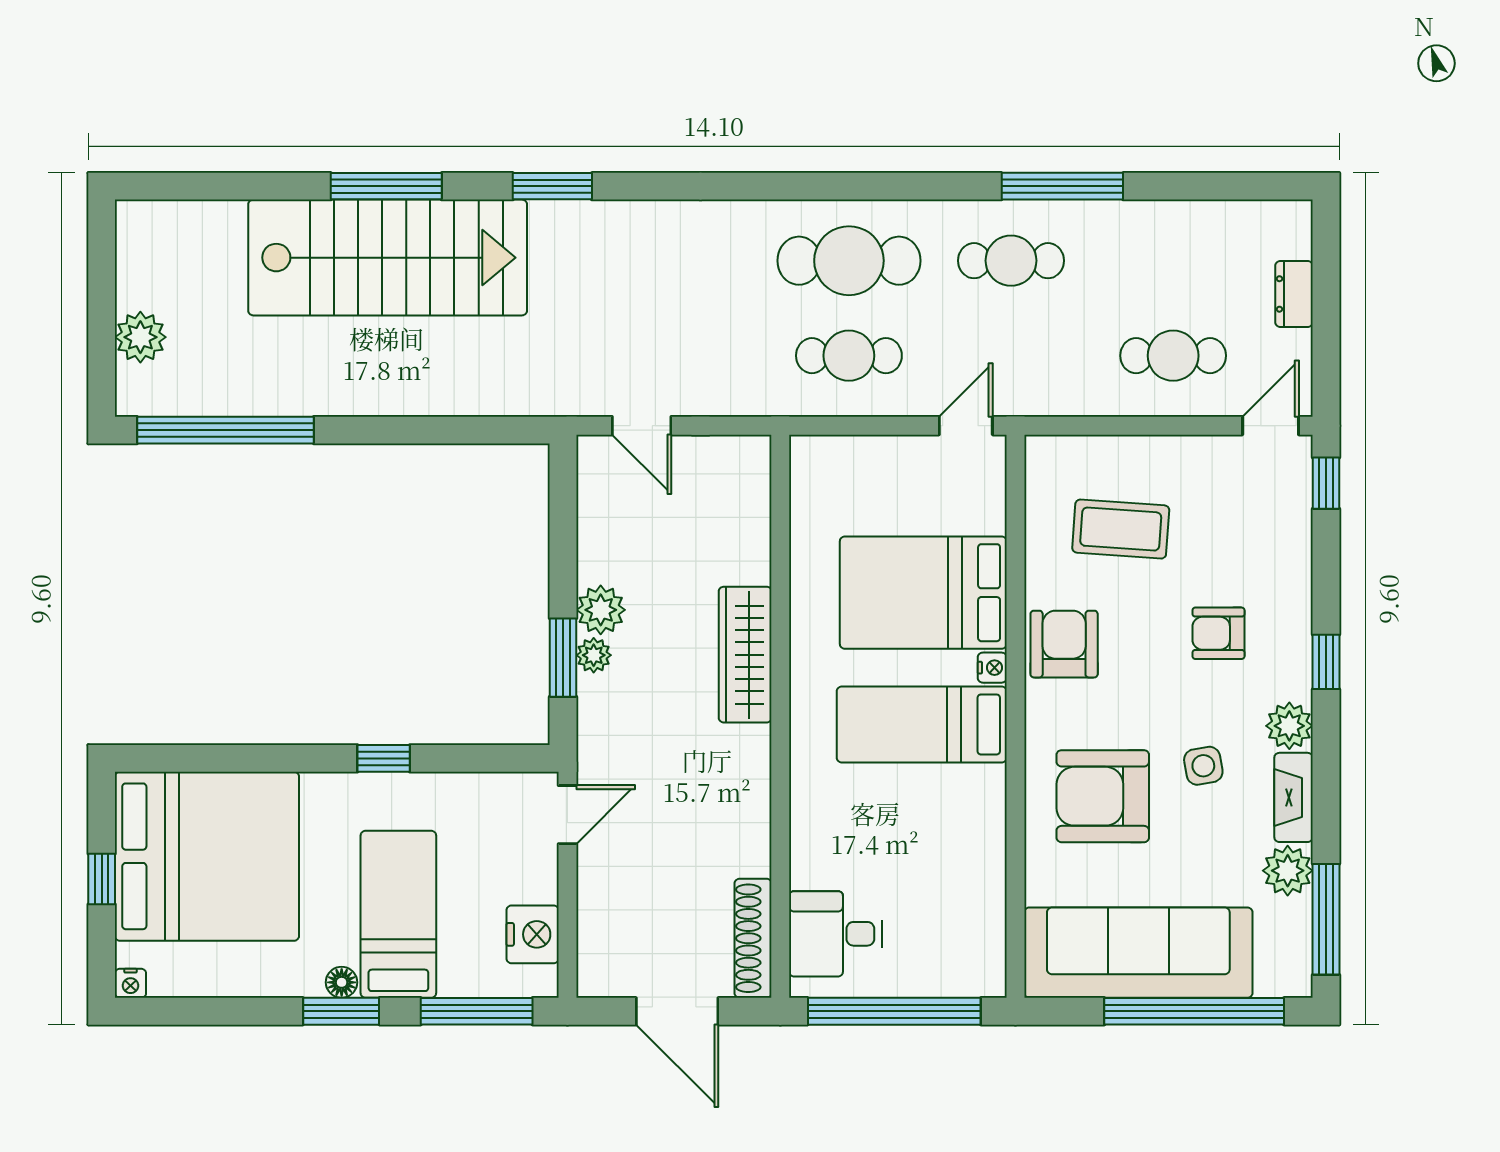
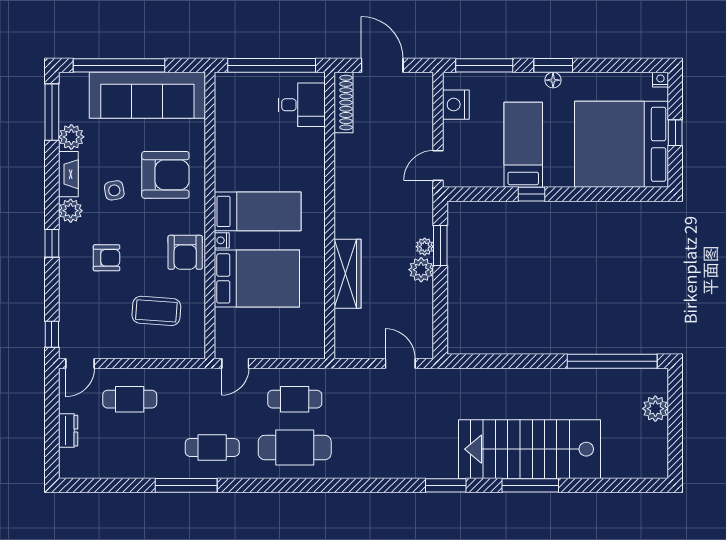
wardrobe: (745, 655) -> (348, 274), moved
bed: (398, 914) -> (523, 145), moved, turned 180

